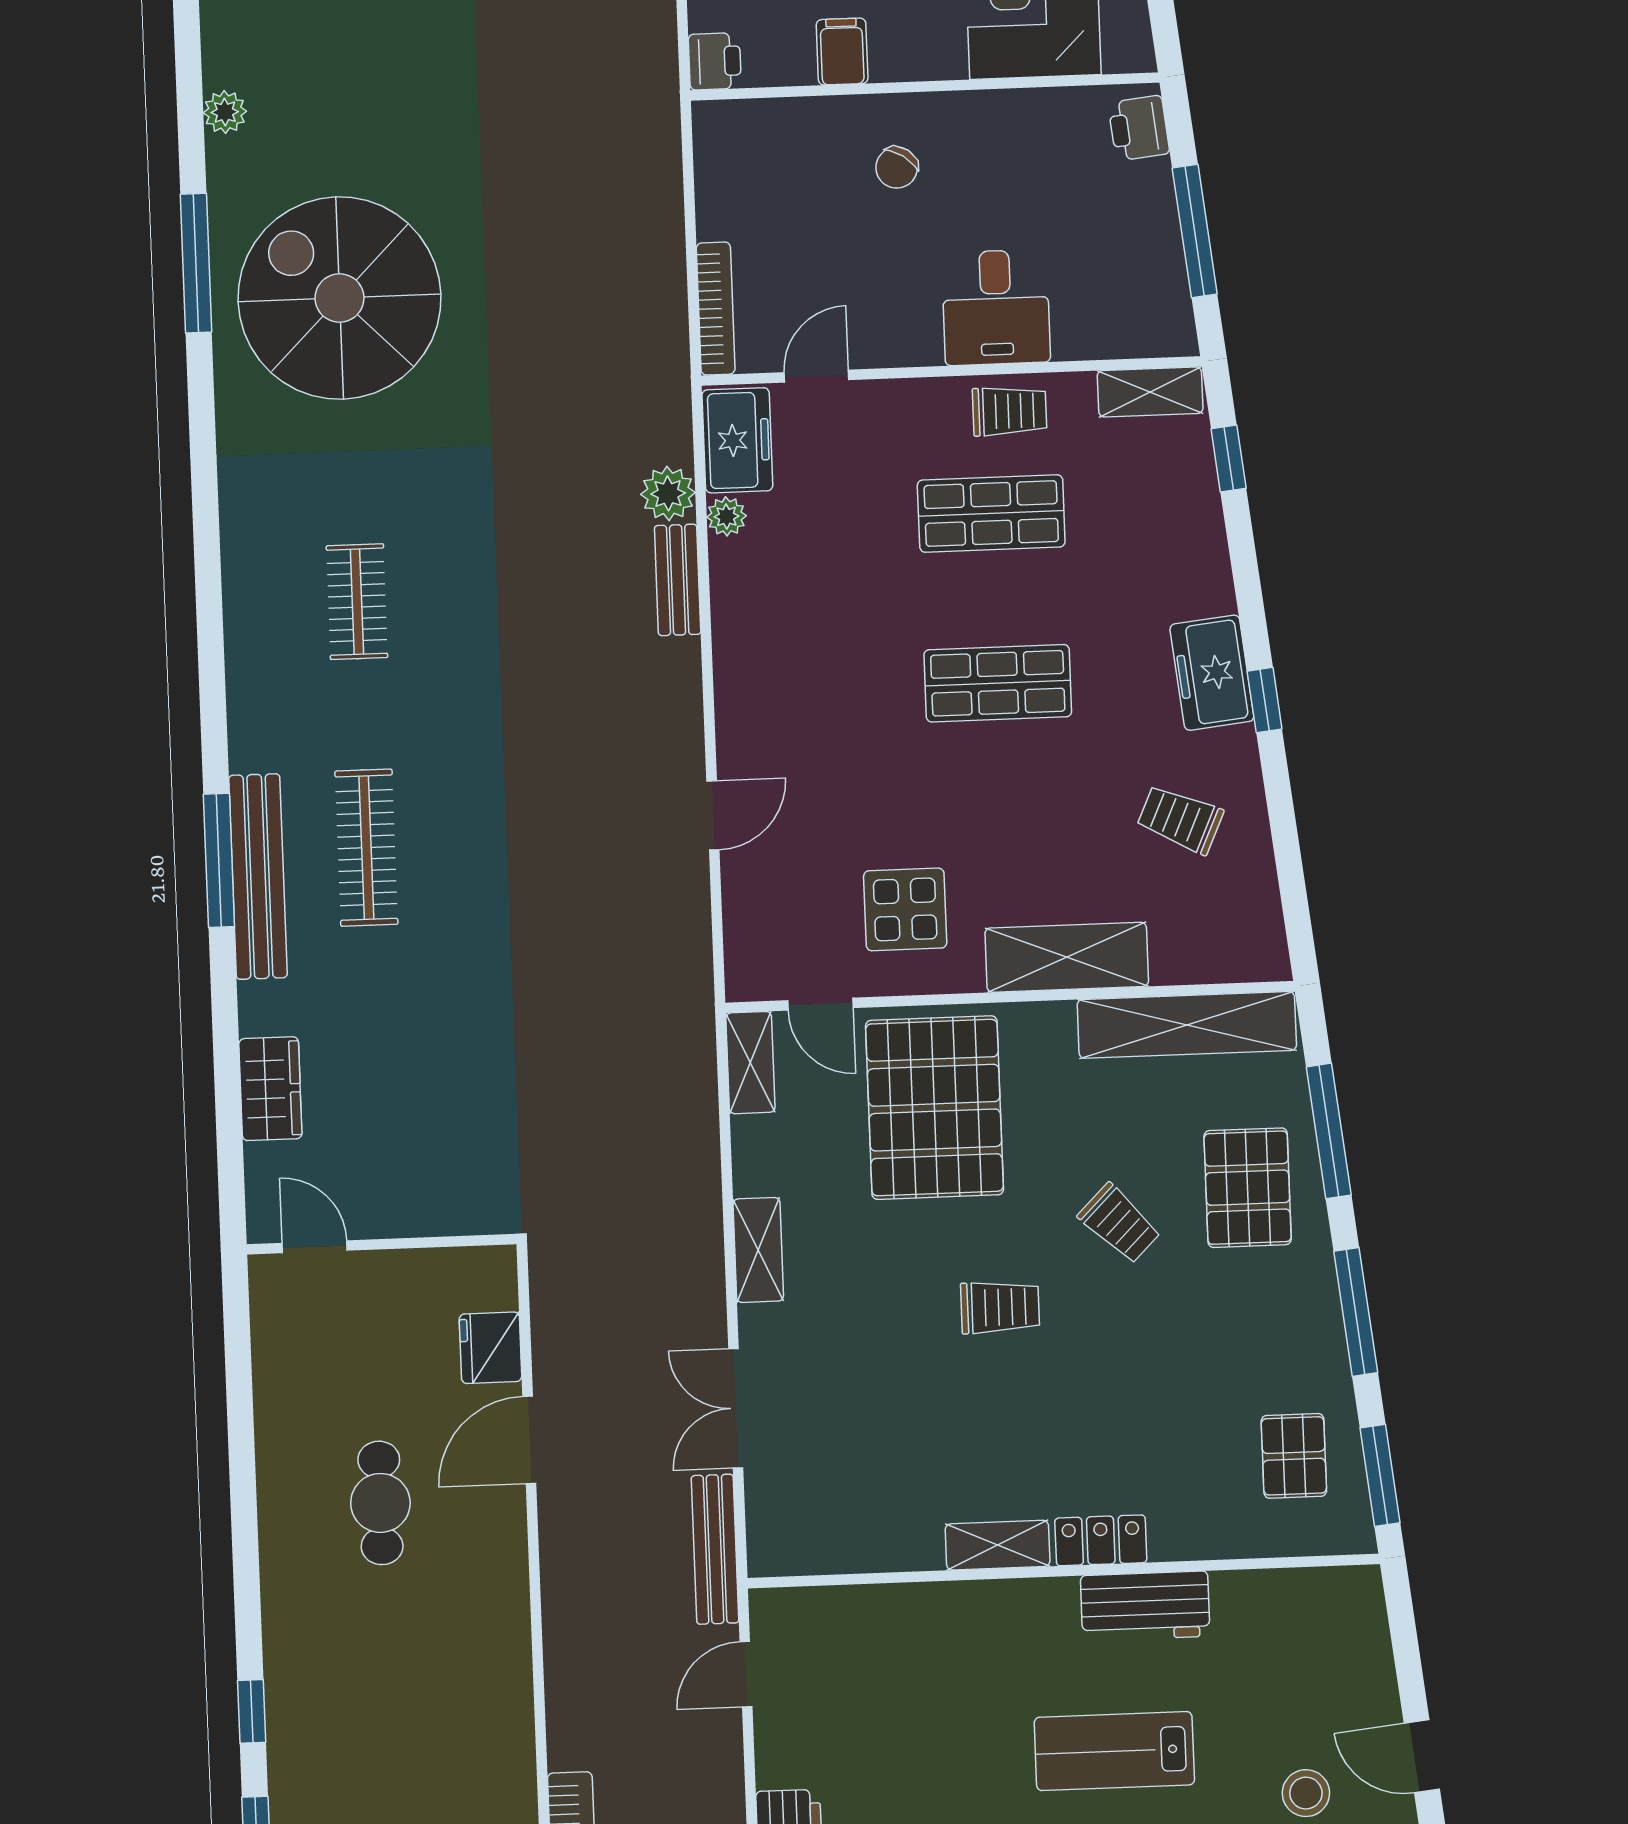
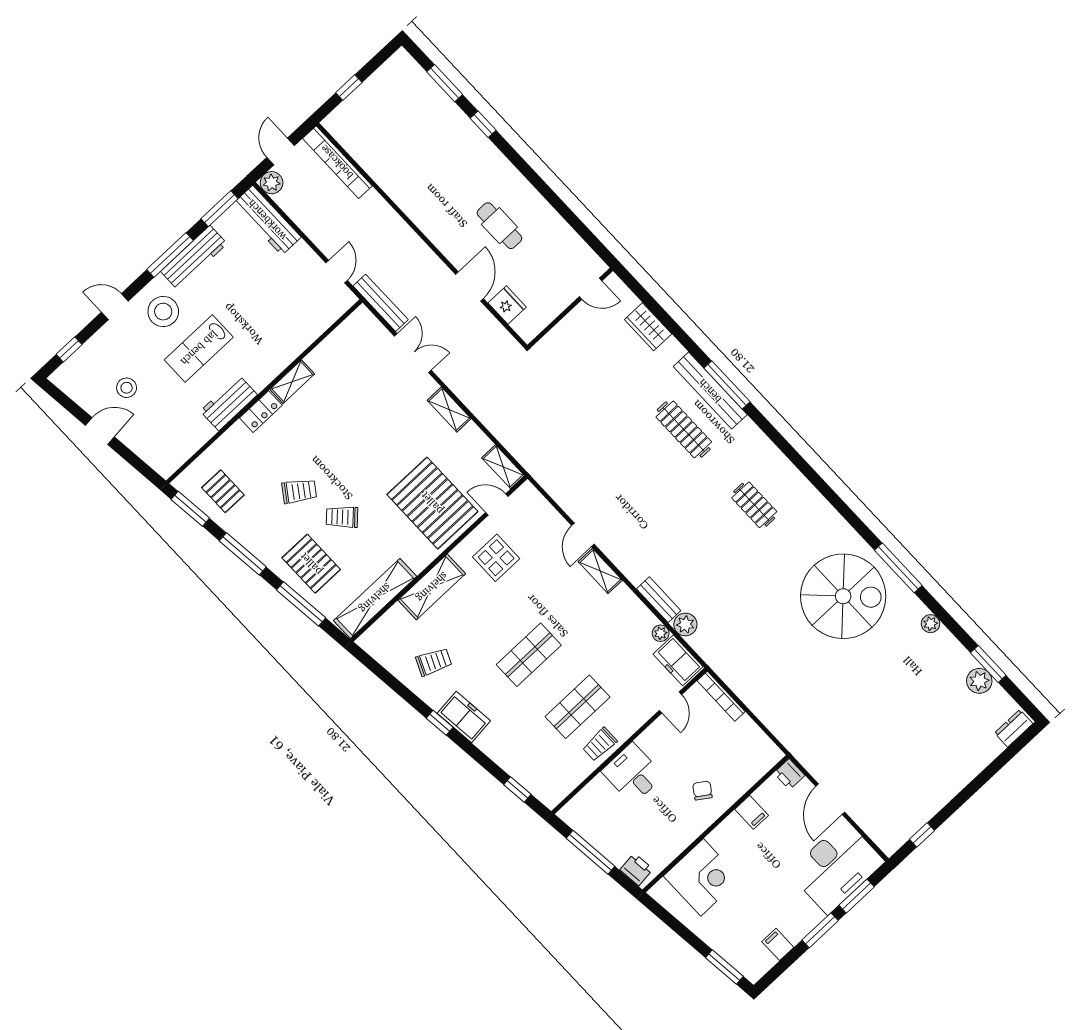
shelving: (1150, 392) -> (600, 571), moved, turned 90
trolley: (1000, 1307) -> (299, 491), moved, turned -145
lab bench: (1114, 1751) -> (199, 348), turned 180

